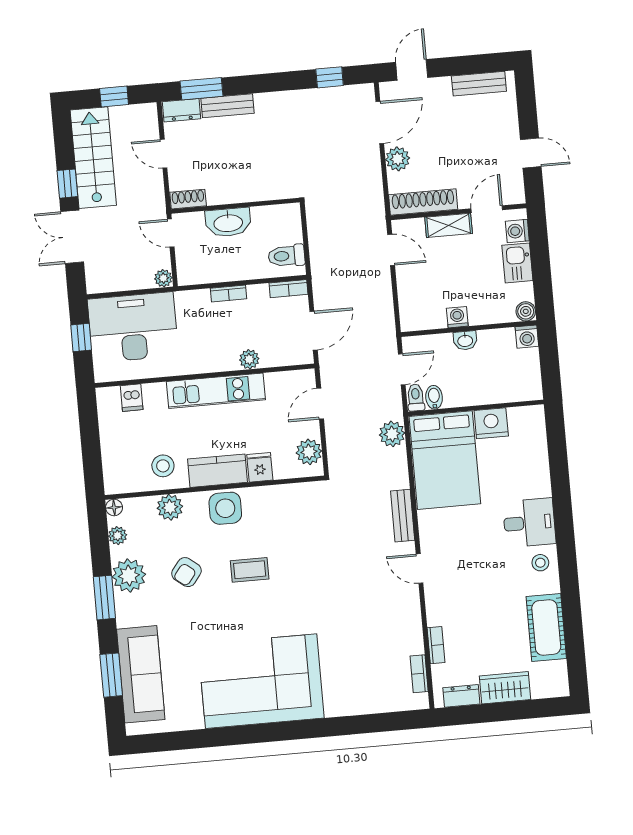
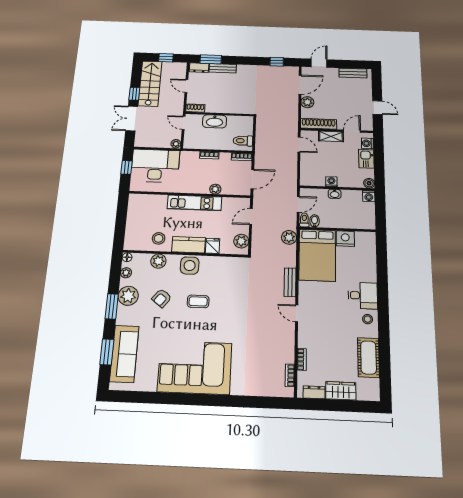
dishwasher: (132, 398) -> (148, 201), removed

